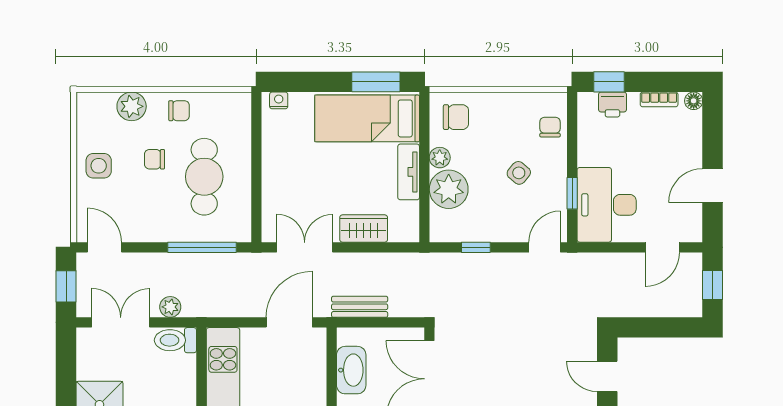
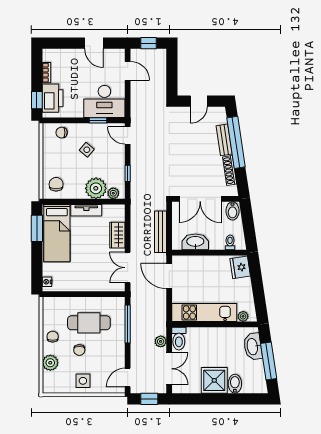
floor lamp: (694, 101) -> (47, 54), removed
printer: (612, 105) -> (53, 98), width x1.87, depth x1.48
plant: (440, 158) -> (113, 193), moved
bench: (360, 307) -> (160, 232), width x1.36
double door: (121, 322) -> (169, 369), swing flipped

